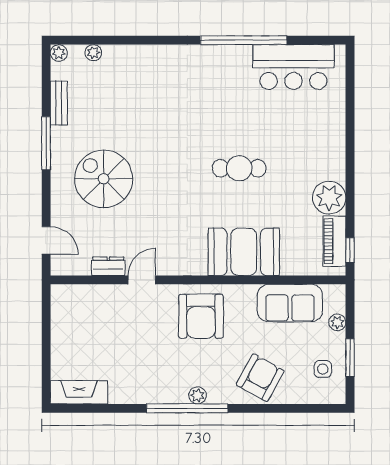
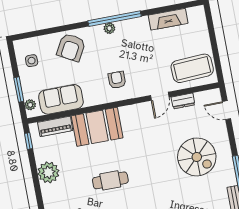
piano: (334, 241) -> (55, 126), moved, turned 90
coffee table: (86, 312) -> (192, 68), added
armchair: (201, 316) -> (117, 80), width x0.53, depth x0.53
plant: (337, 322) -> (30, 105), moved
window: (350, 358) -> (19, 89), moved
fireplace: (79, 392) -> (168, 19), moved

